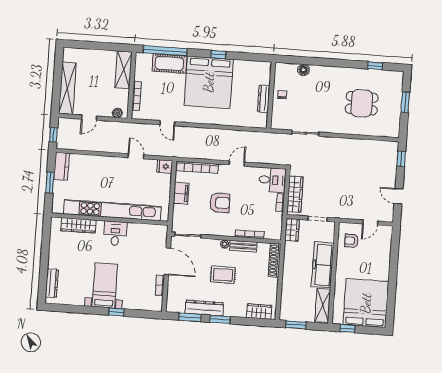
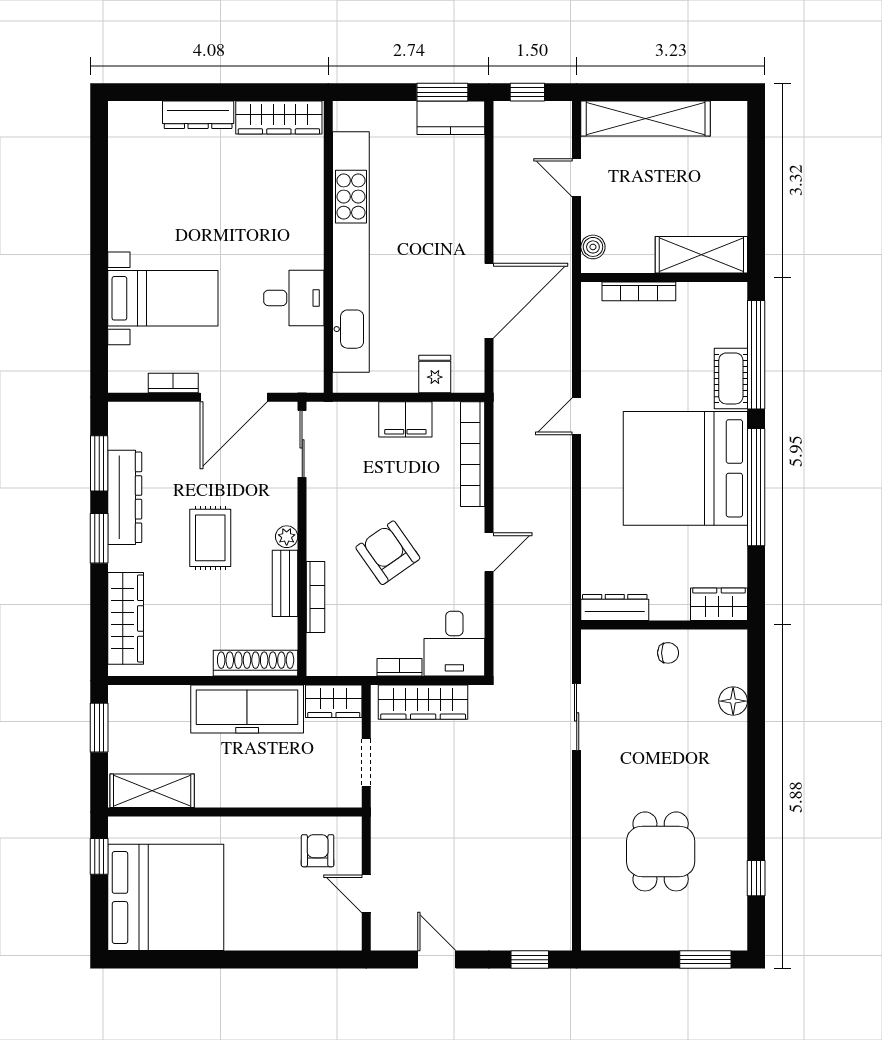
window: (218, 54) -> (756, 487), width x3.17
cot: (169, 63) -> (731, 378), width x0.73, depth x0.75
wardrobe: (264, 73) -> (719, 604), added
dresser: (264, 99) -> (615, 607), moved
window: (405, 102) -> (705, 960), moved
door: (167, 123) -> (577, 416), moved
door: (136, 156) -> (489, 301), width x1.88
door: (237, 163) -> (489, 552), hinge flipped
fridge: (165, 166) -> (435, 374), moved
window: (50, 182) -> (442, 92), moved
door: (399, 196) -> (437, 960), hinge flipped
armchair: (220, 203) -> (388, 553), moved, turned 145
wardrobe: (78, 225) -> (279, 117), moved, turned -90
desk: (115, 233) -> (294, 298), moved
freezer: (323, 265) -> (247, 709), moved, turned 180
dresser: (52, 283) -> (198, 115), moved
bed with nightstands: (105, 285) -> (163, 298), moved
wardrobe: (259, 311) -> (126, 618), width x1.50
window: (116, 312) -> (99, 280), removed

